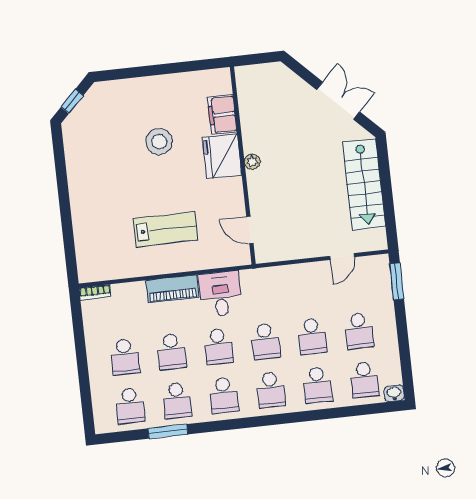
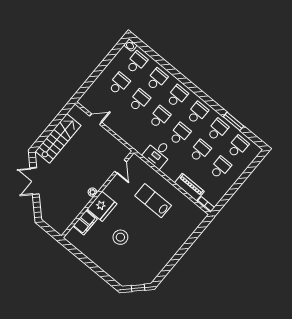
window: (397, 281) -> (84, 88), removed
piano: (172, 289) -> (189, 187), moved

